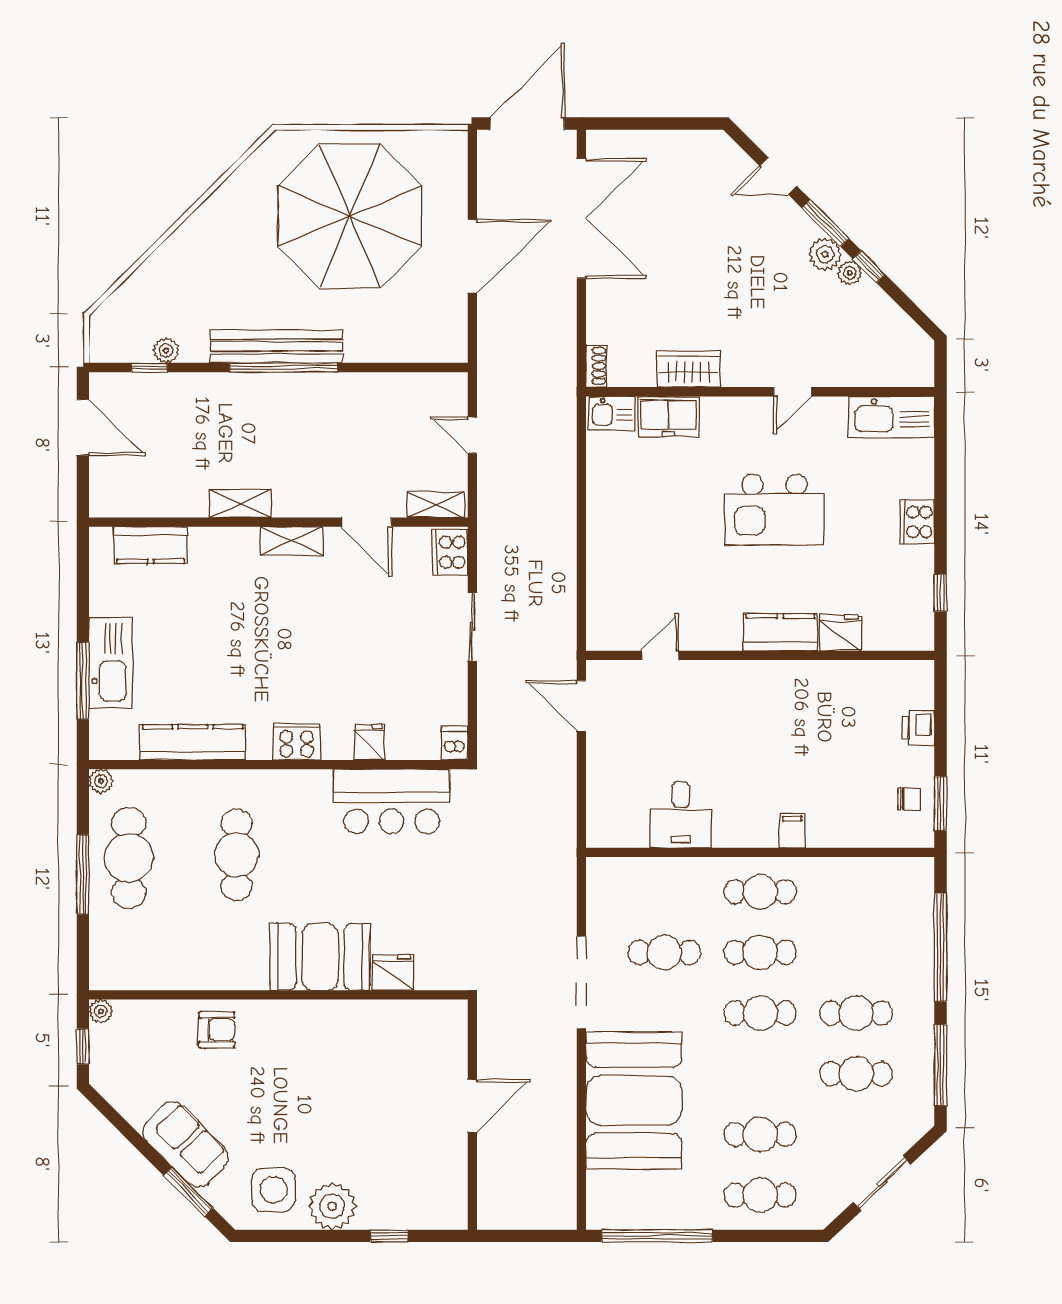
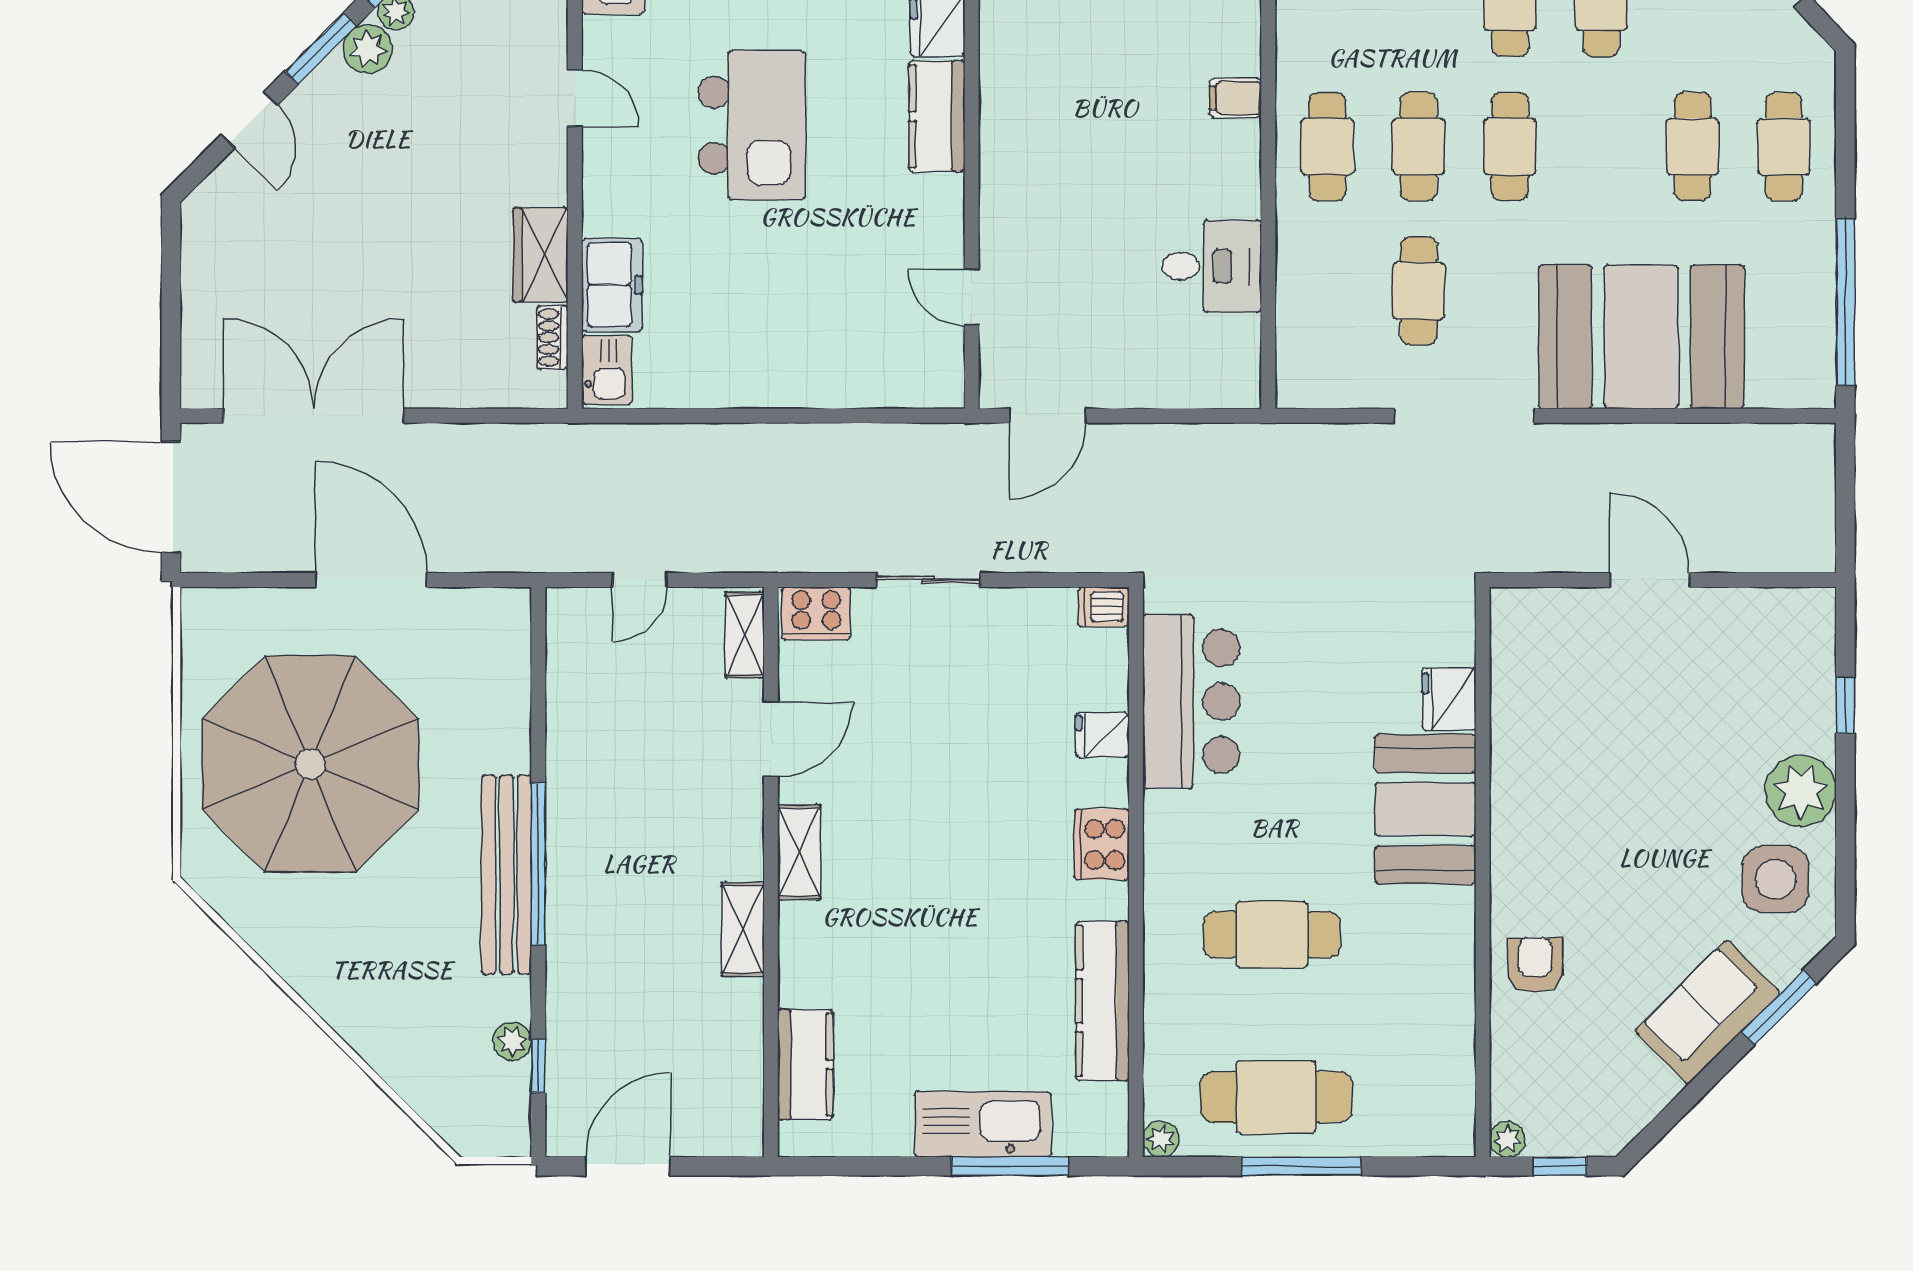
shoe rack: (596, 366) -> (552, 338), moved, turned -90

